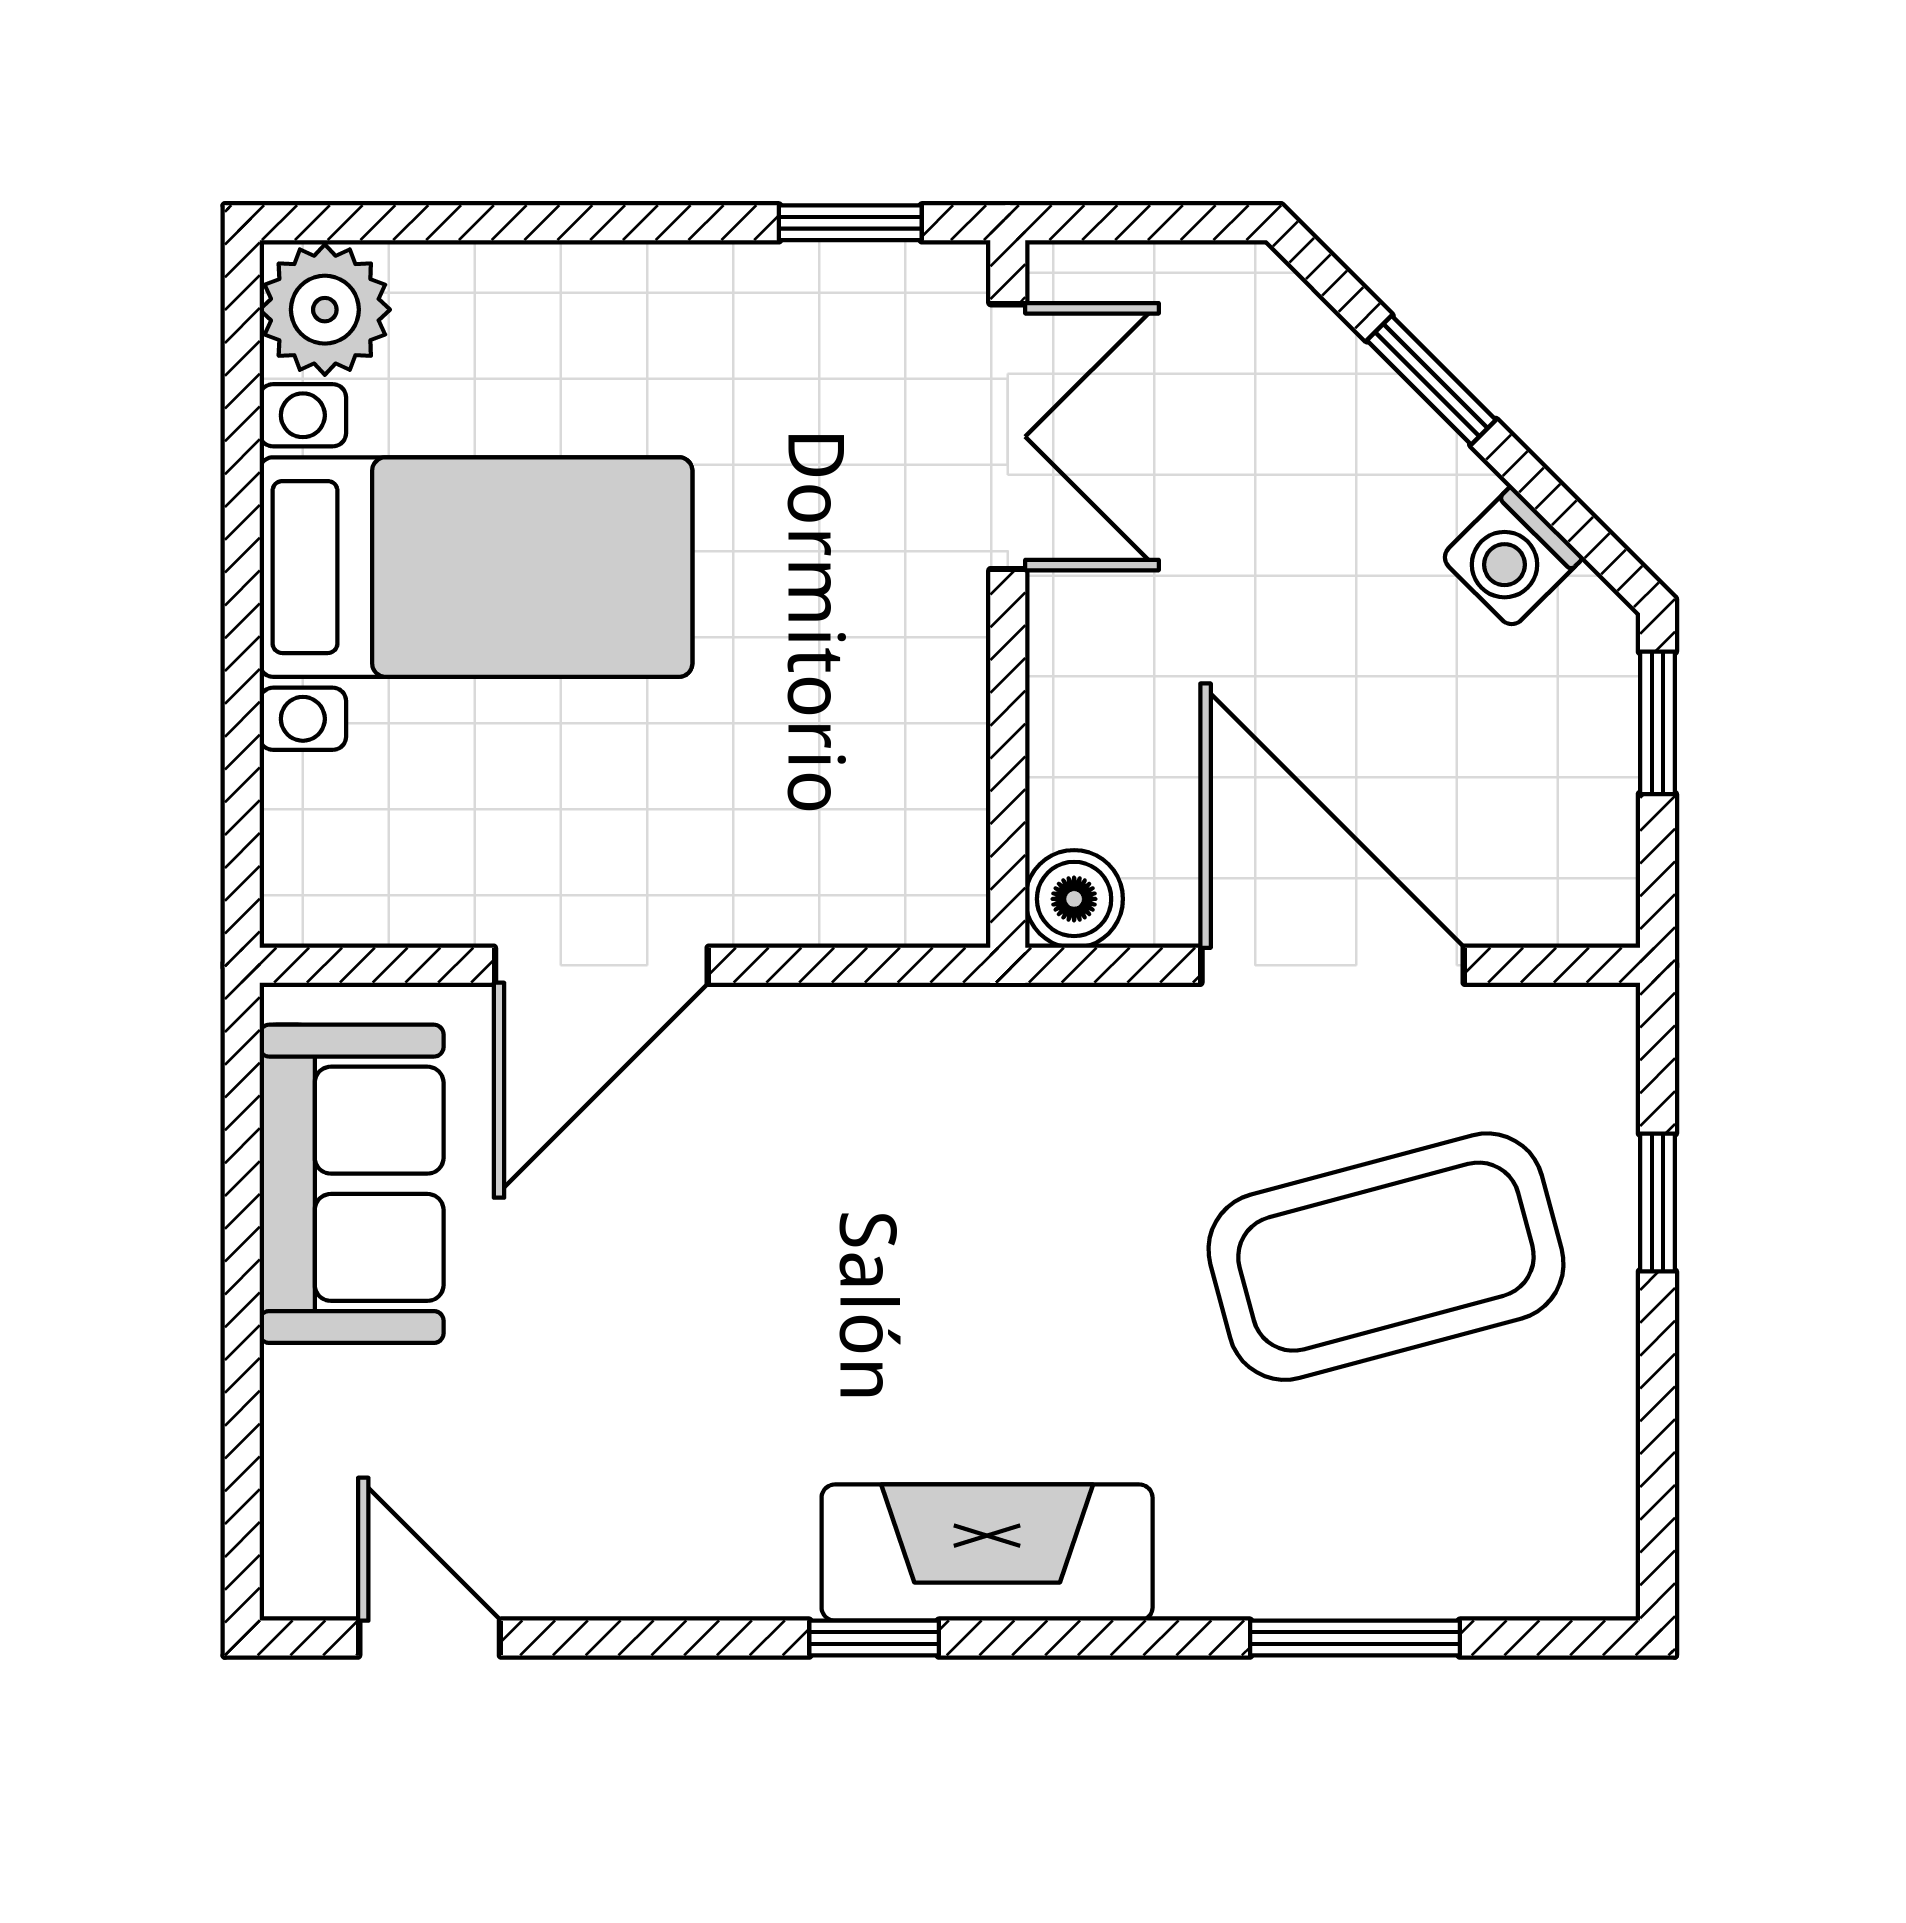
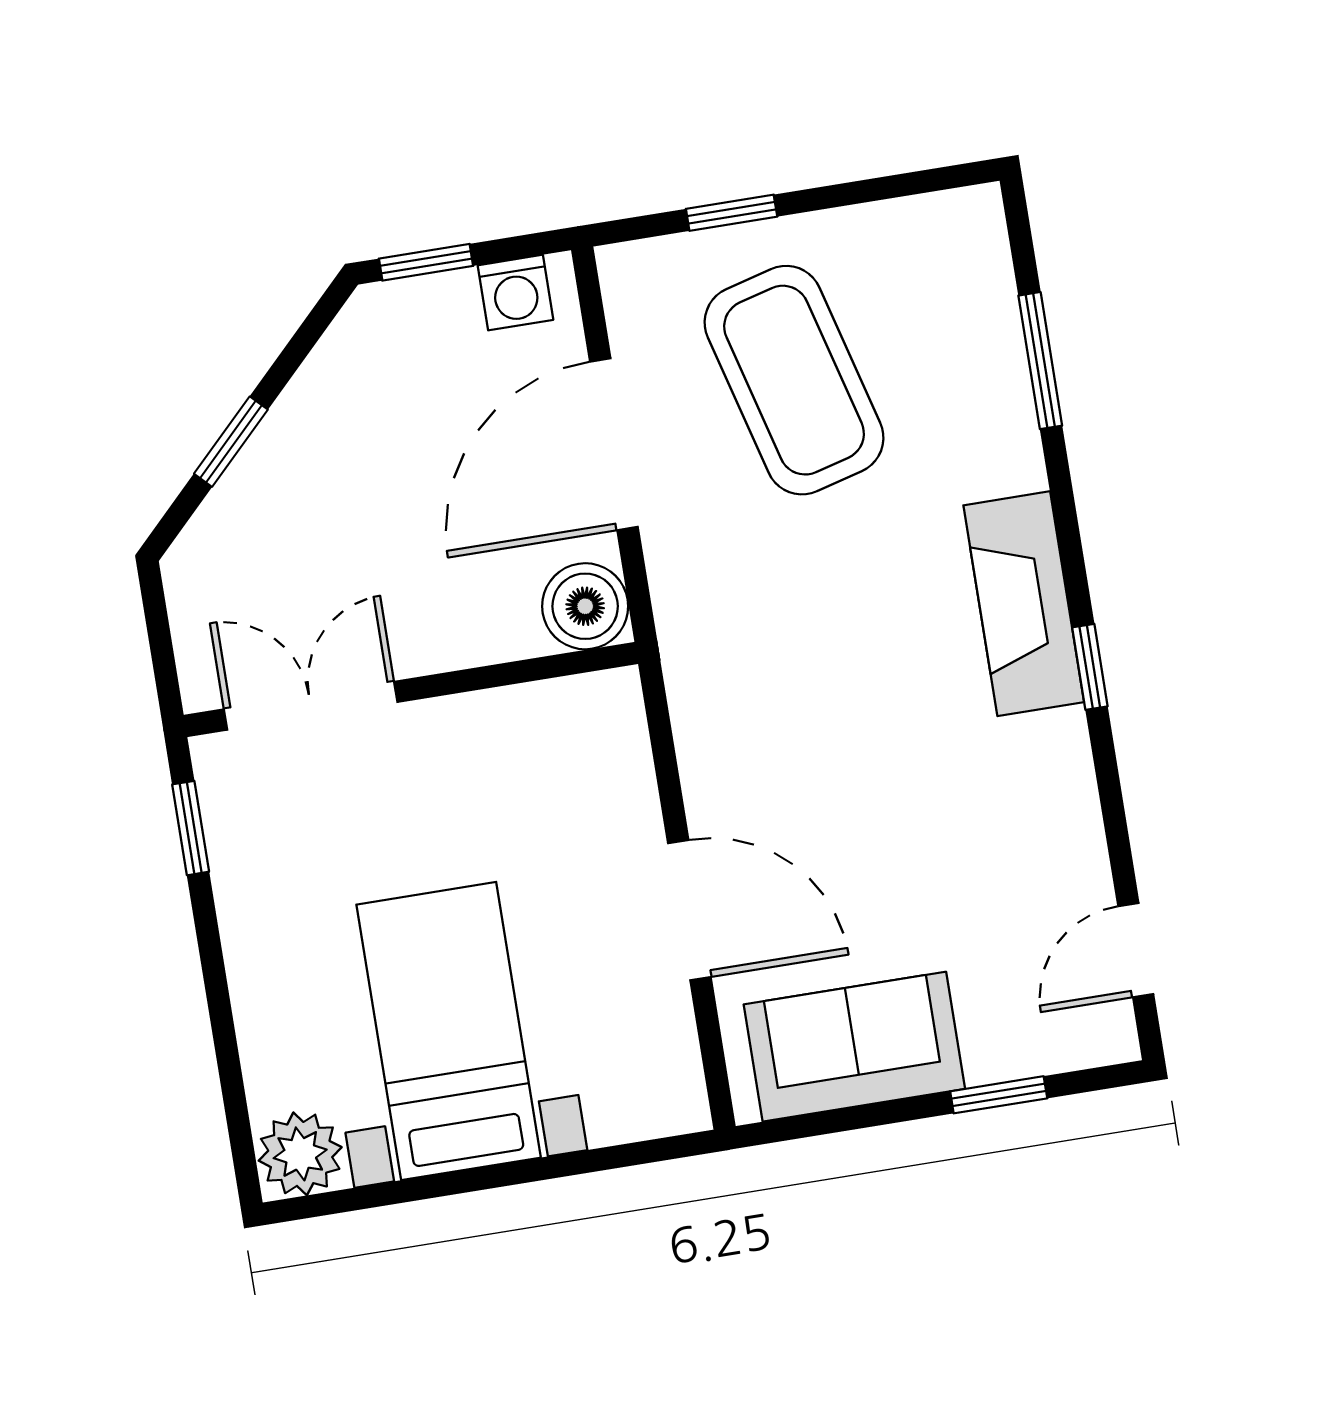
washing machine: (1512, 557) -> (515, 293), moved, turned 45
boiler: (1074, 899) -> (585, 606), width x1.36, depth x1.36
window: (242, 1393) -> (999, 1095), added

